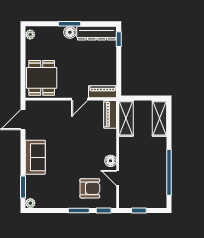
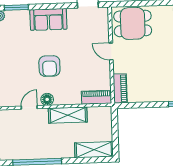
door: (80, 99) -> (111, 51), moved
shelving: (126, 118) -> (68, 115), moved
armchair: (90, 188) -> (49, 66), moved

